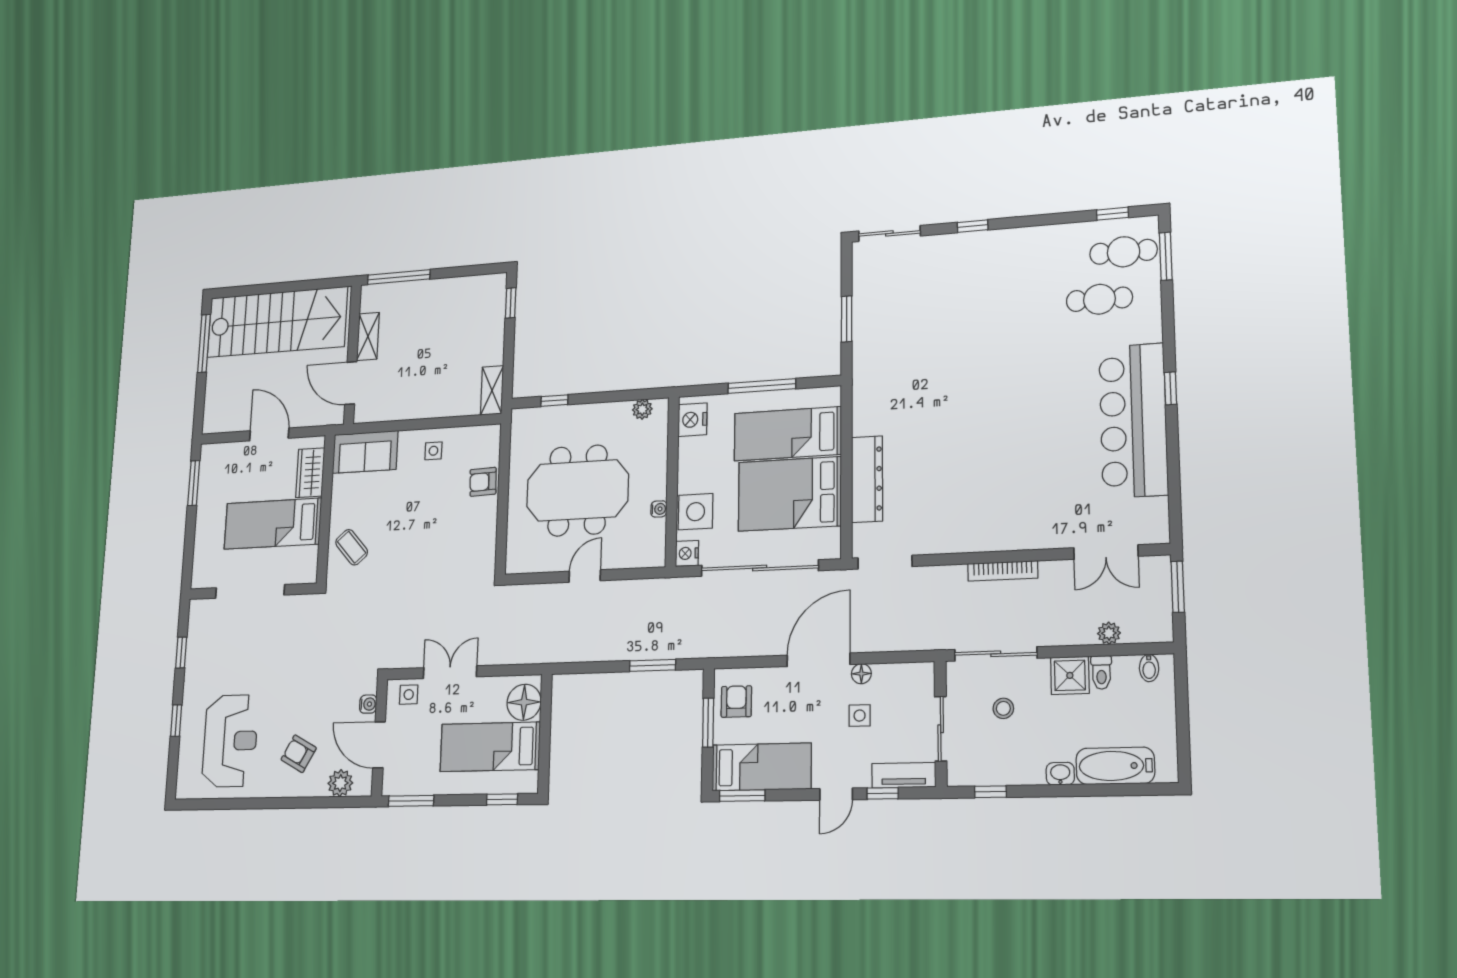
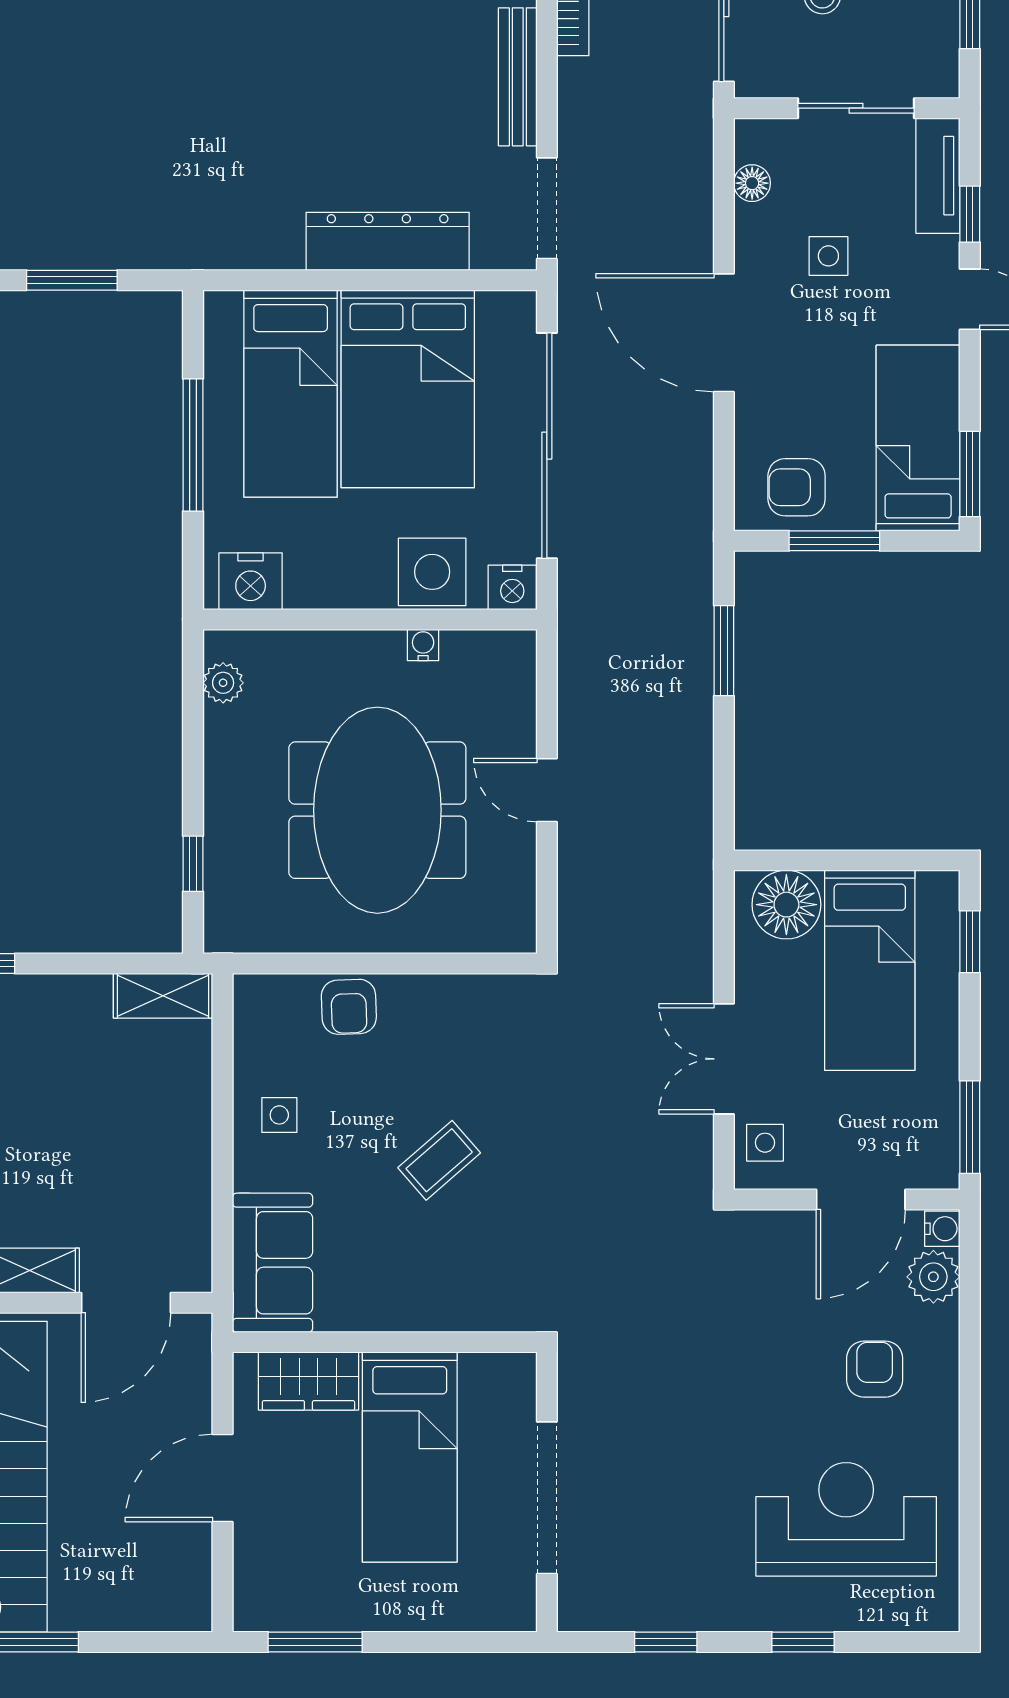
bench: (956, 543) -> (518, 77), added
coffee table: (352, 547) -> (439, 1160), moved
floor lamp: (861, 674) -> (752, 183), moved
water cooler: (368, 704) -> (942, 1229), moved, turned 90
armchair: (299, 754) -> (875, 1369), turned 151

